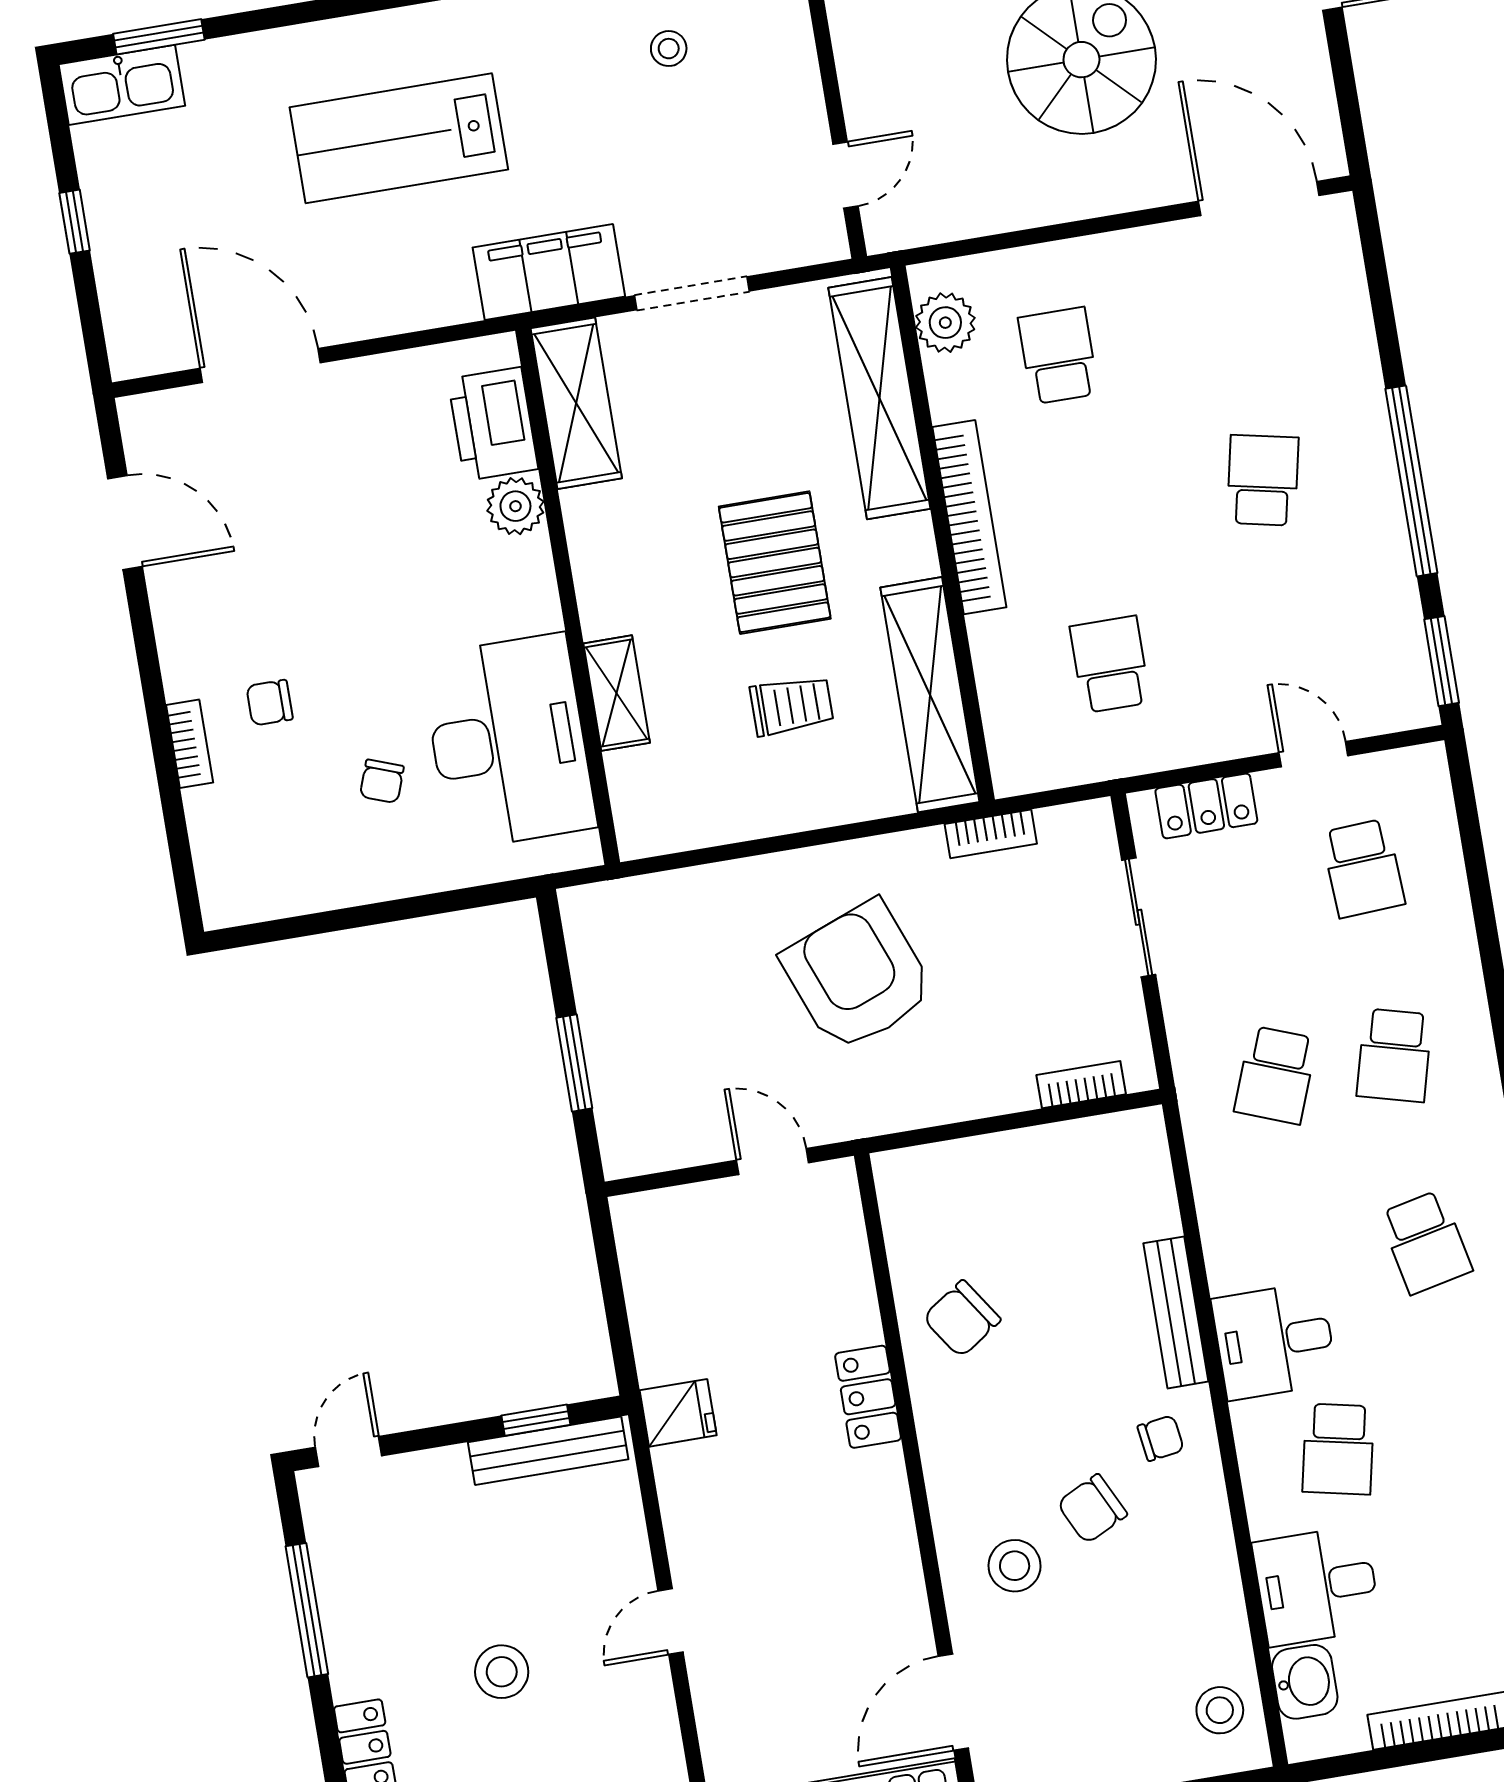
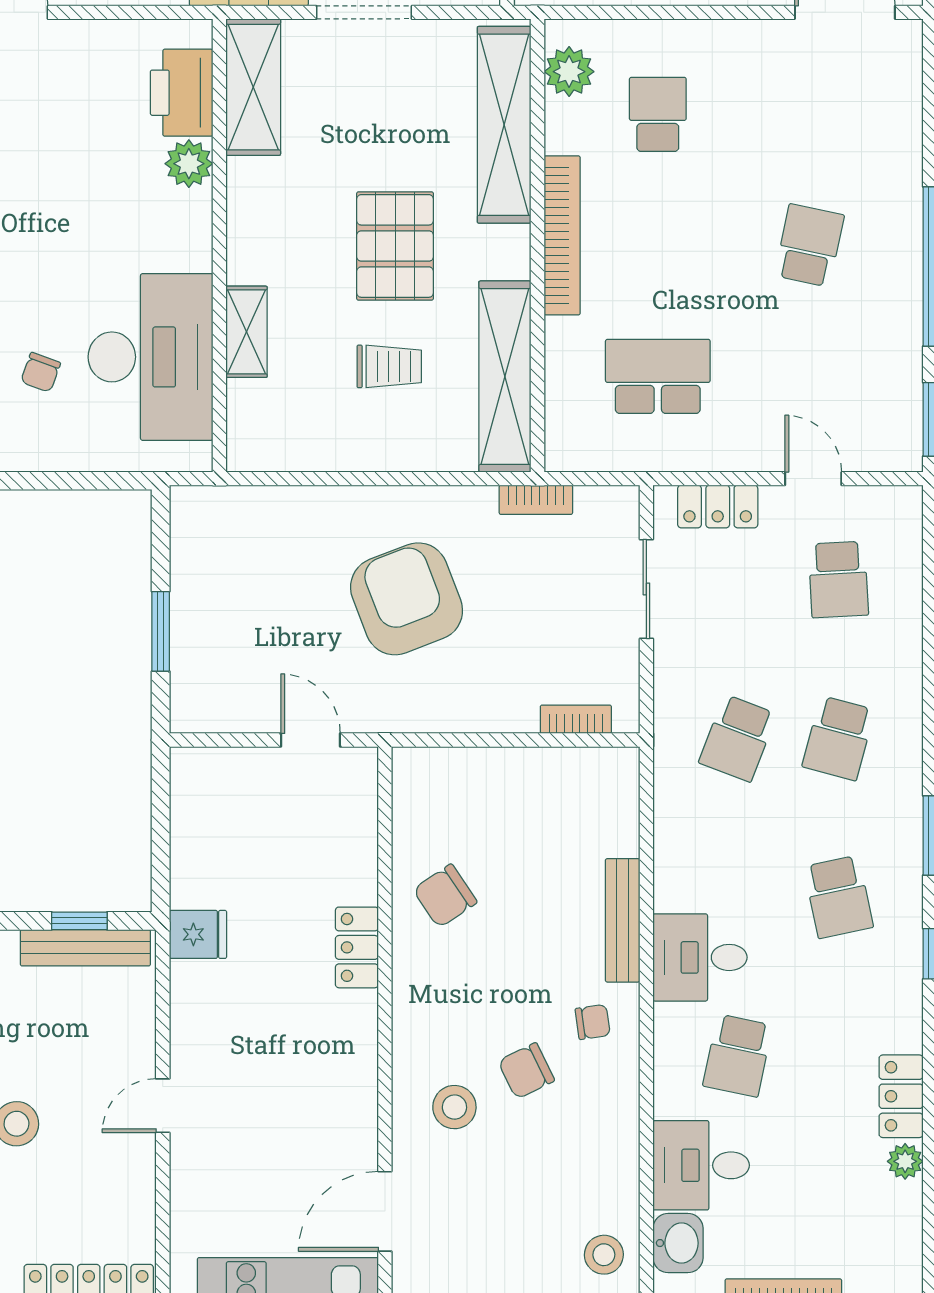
school desk: (1110, 664) -> (658, 376), width x1.85

